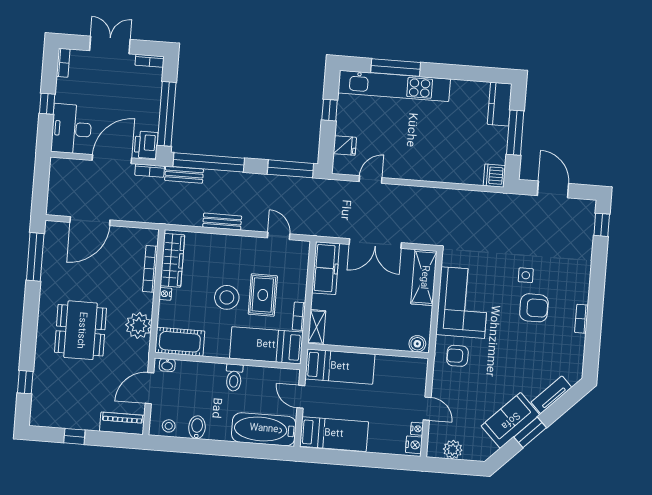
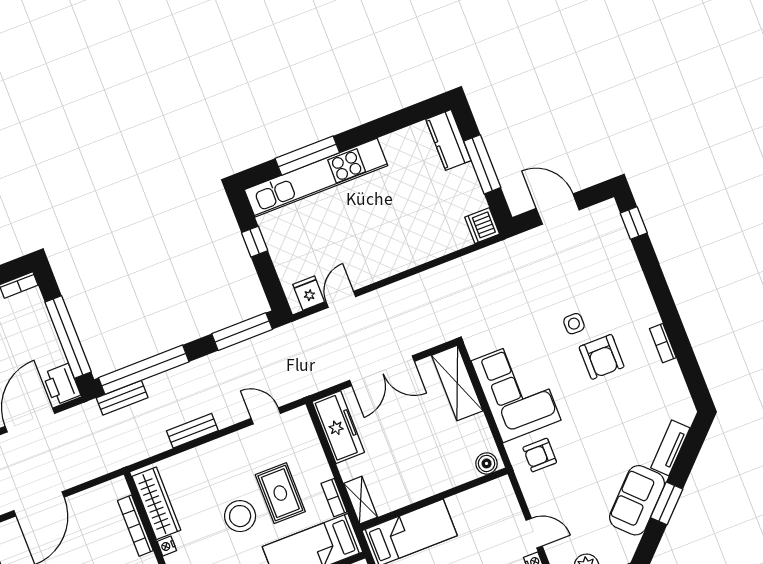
fridge: (345, 146) -> (309, 293), moved, turned -90
bookcase: (150, 171) -> (80, 412), removed
armchair: (534, 308) -> (602, 357), turned 90

